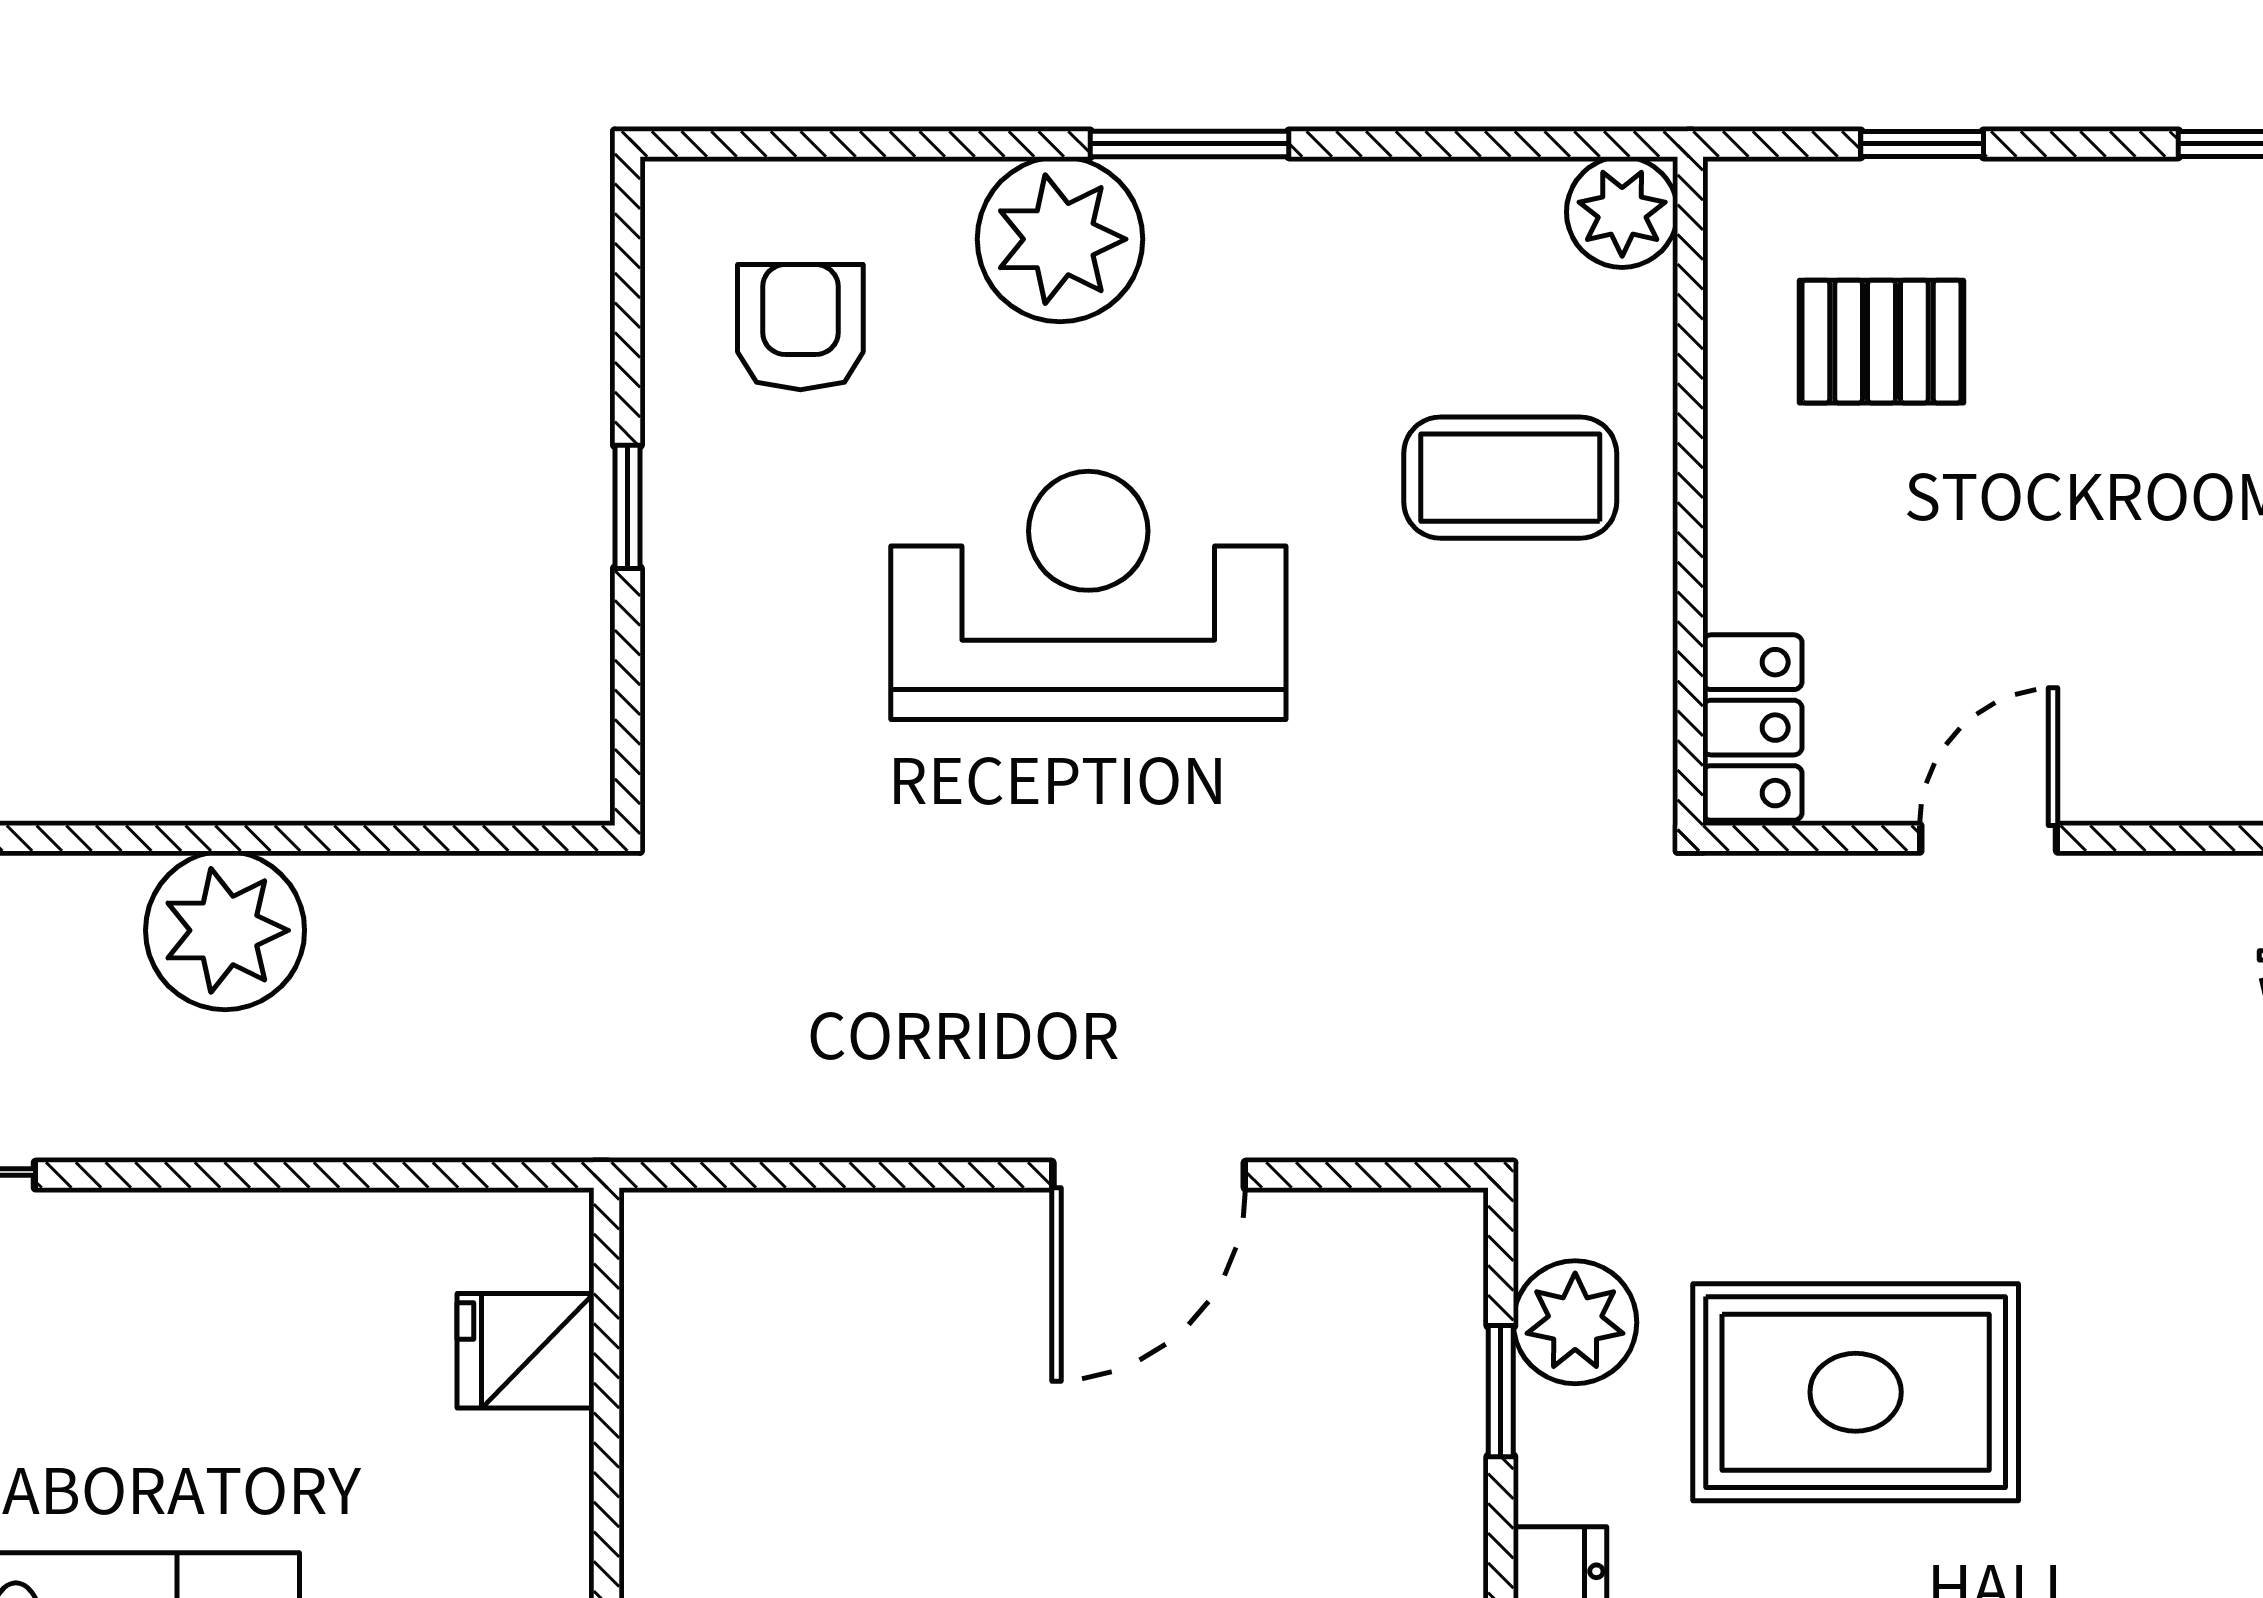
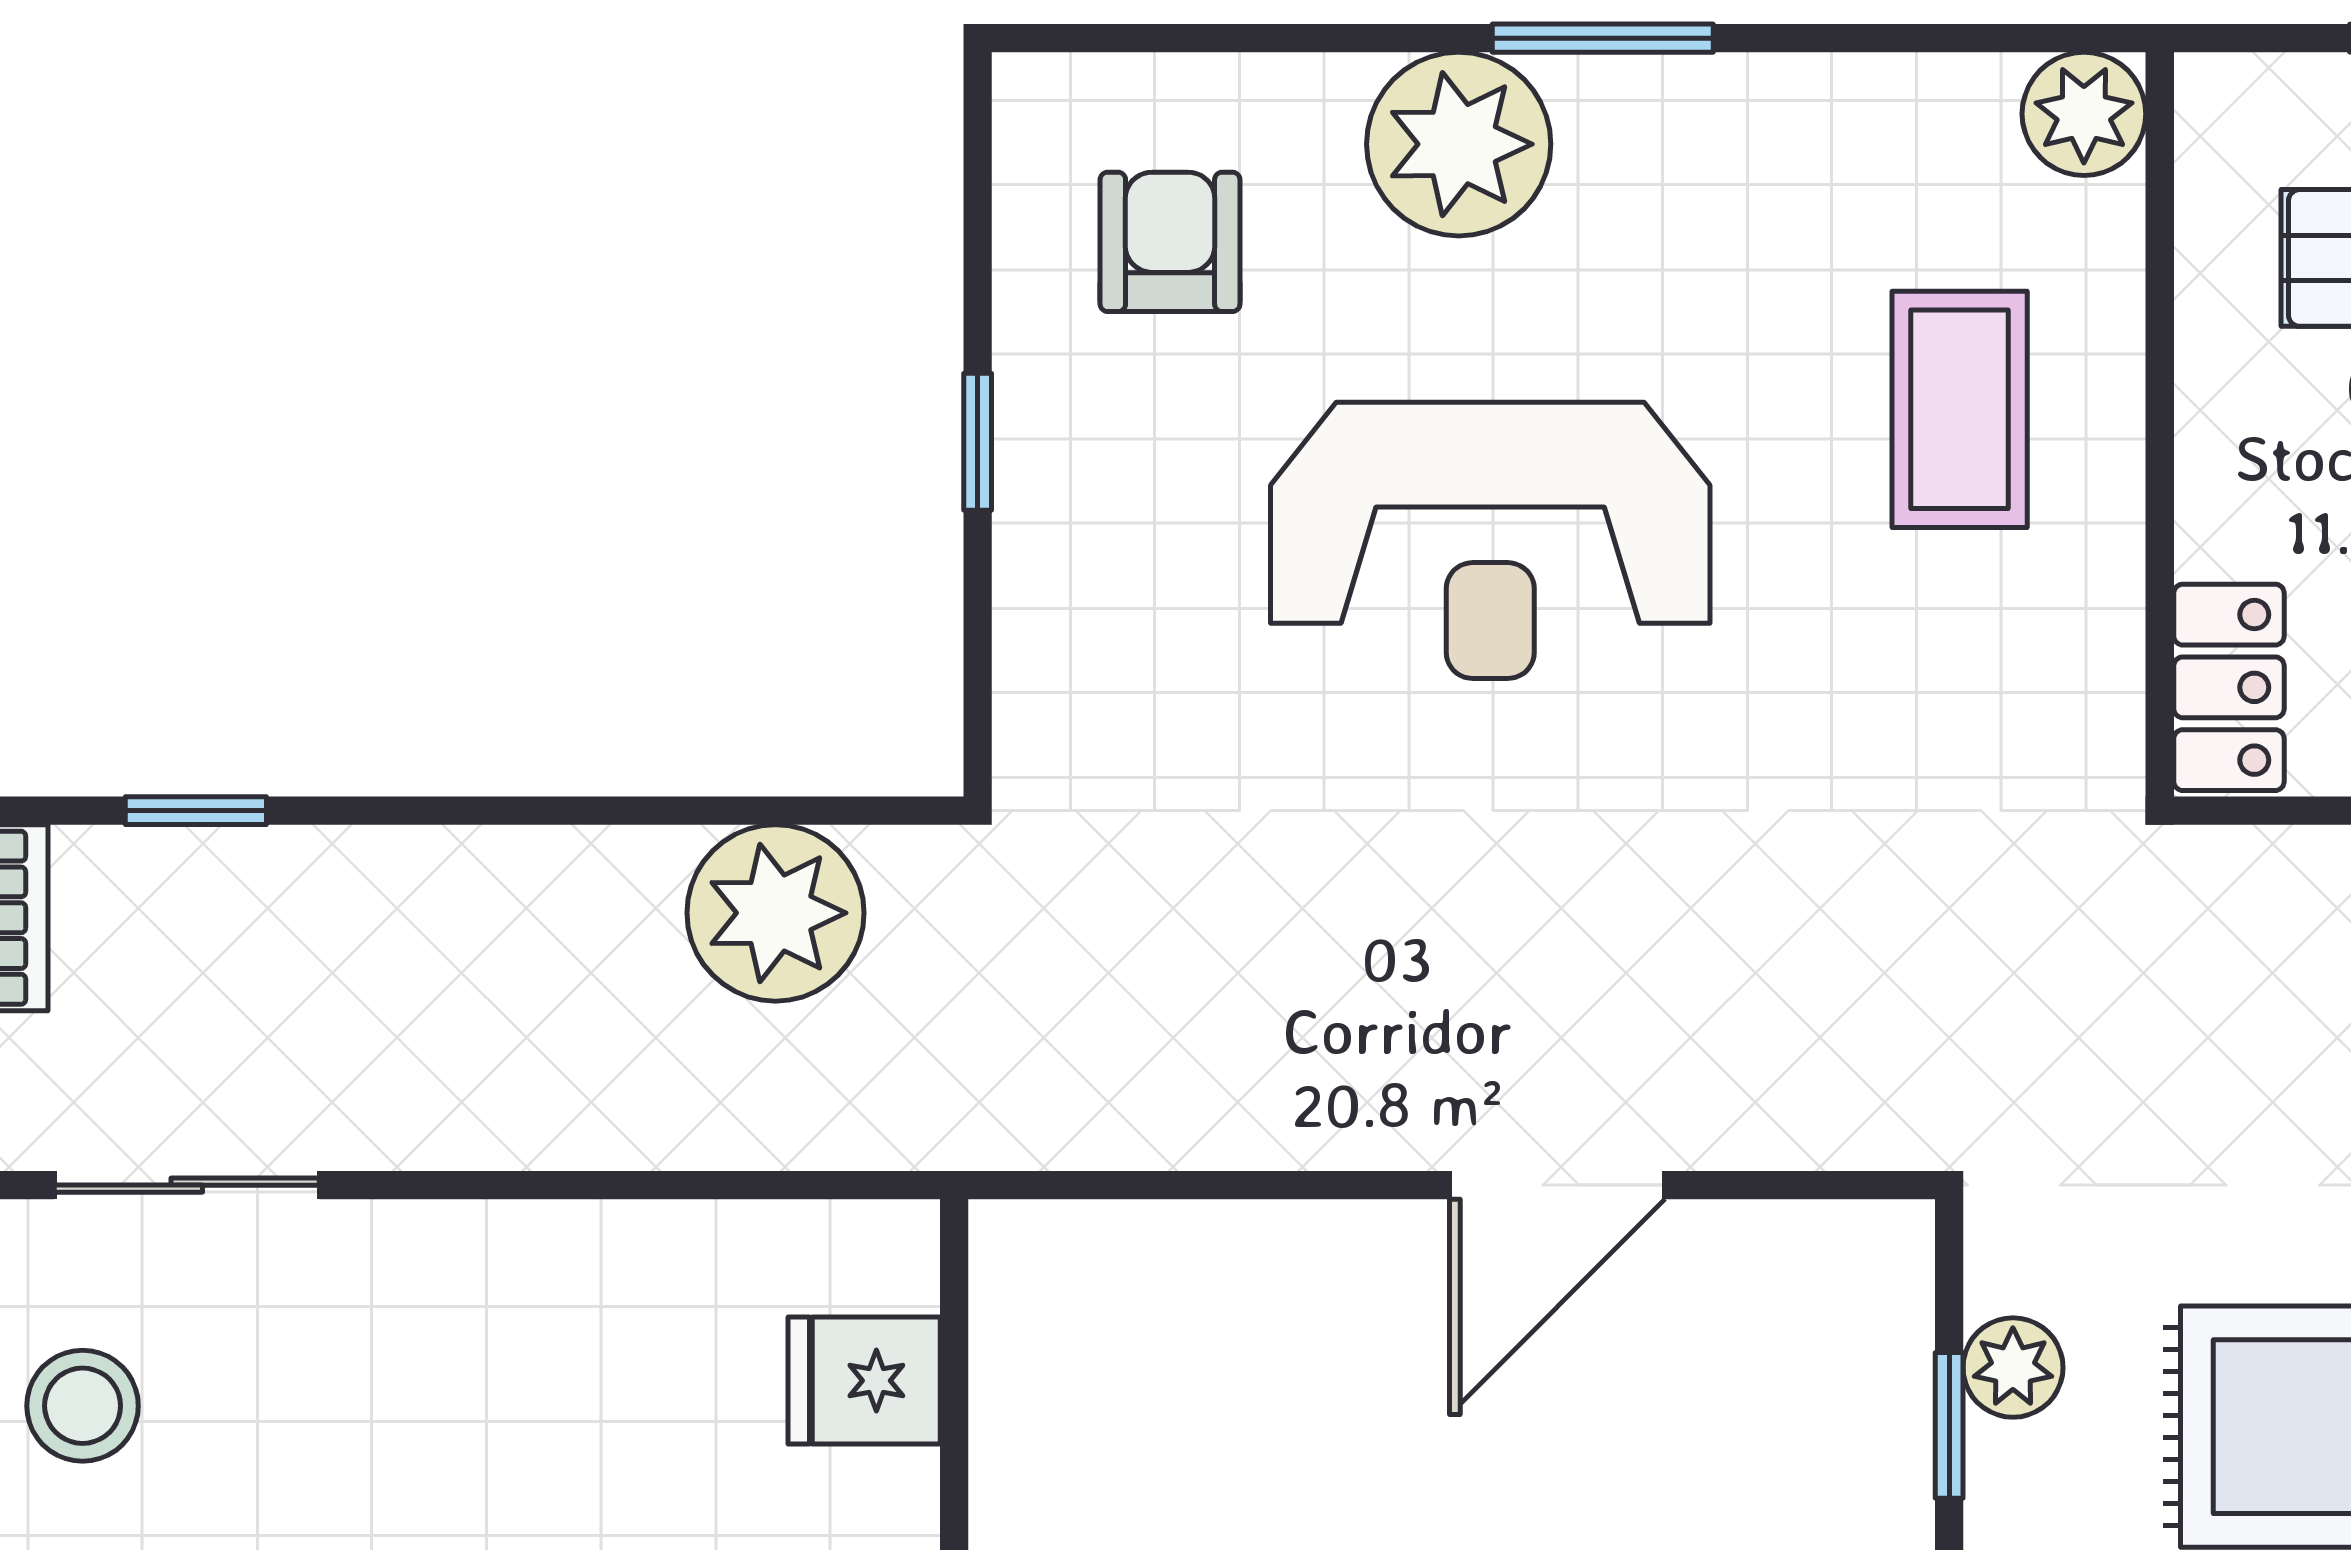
coffee table: (1510, 478) -> (1960, 409), turned 90
reception desk: (1088, 595) -> (1490, 540), turned 180
plant: (225, 930) -> (775, 913), moved
plant: (1575, 1322) -> (2013, 1368), width x0.73, depth x0.73

